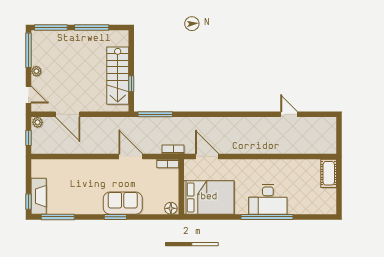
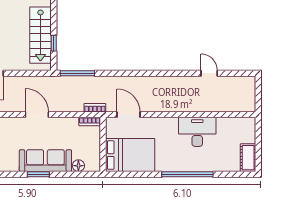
door: (131, 156) -> (37, 115), moved
cot: (329, 173) -> (248, 158), moved
desk: (268, 199) -> (197, 132), moved, turned 180
sofa: (123, 203) -> (45, 161), width x1.36
floor lamp: (171, 208) -> (78, 166), moved

